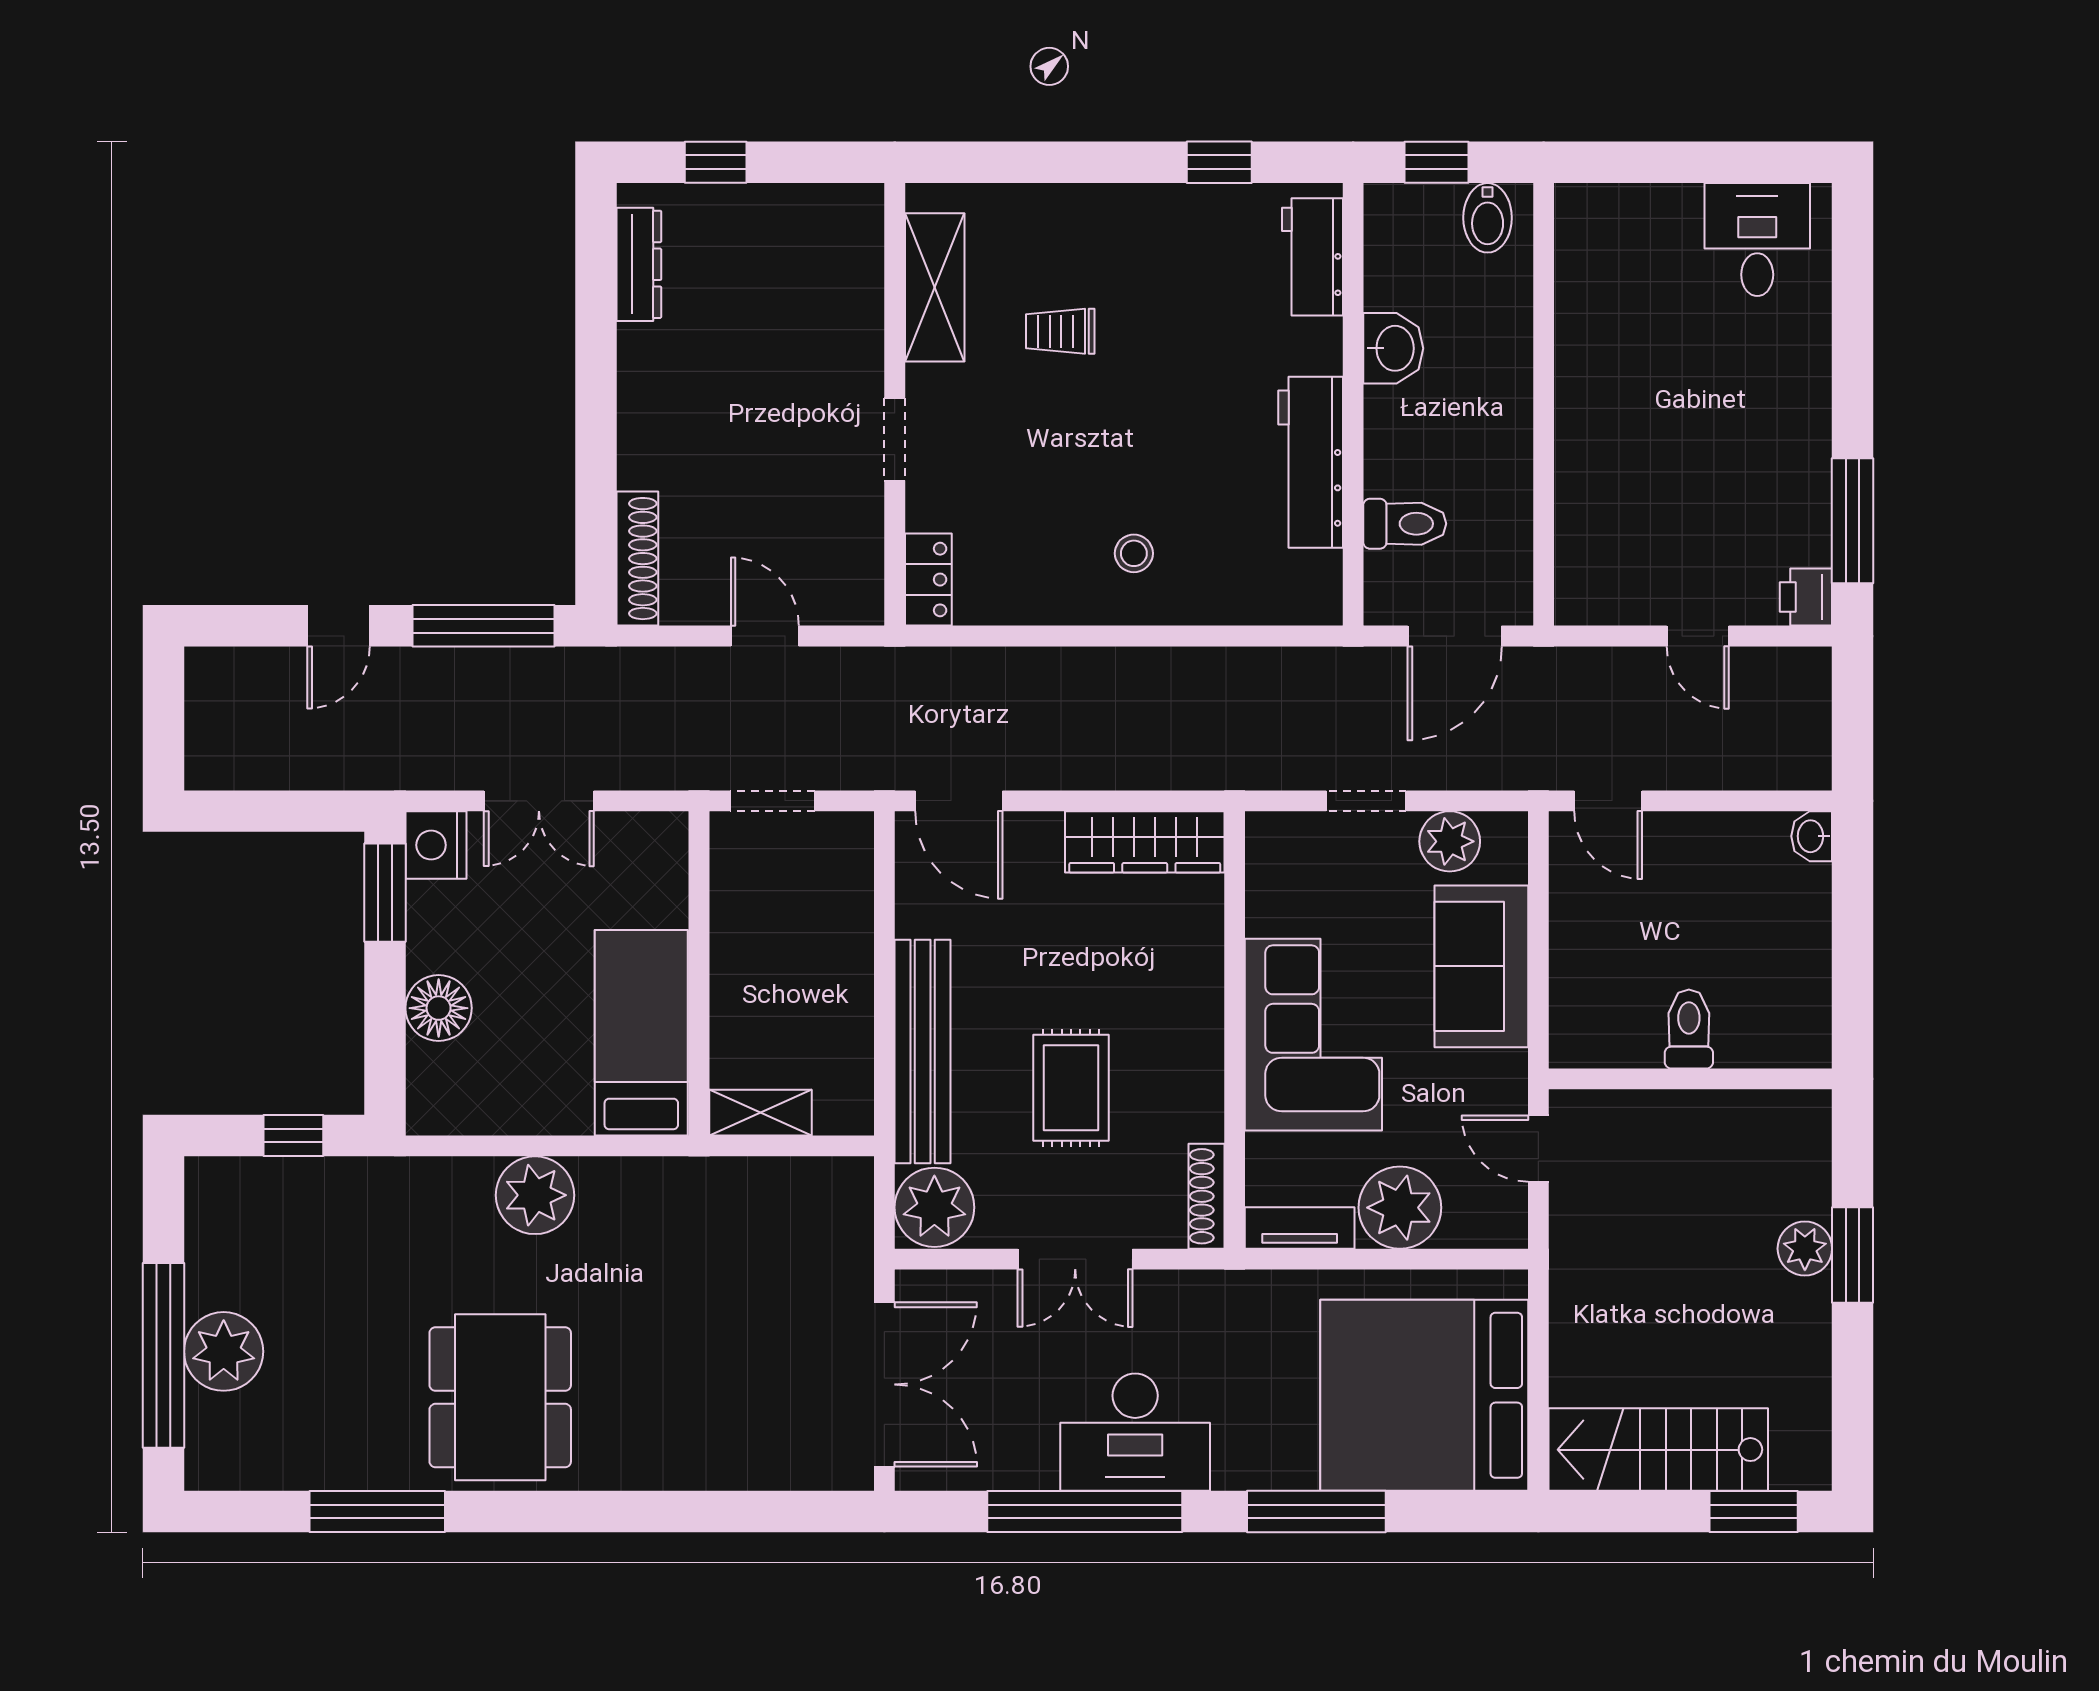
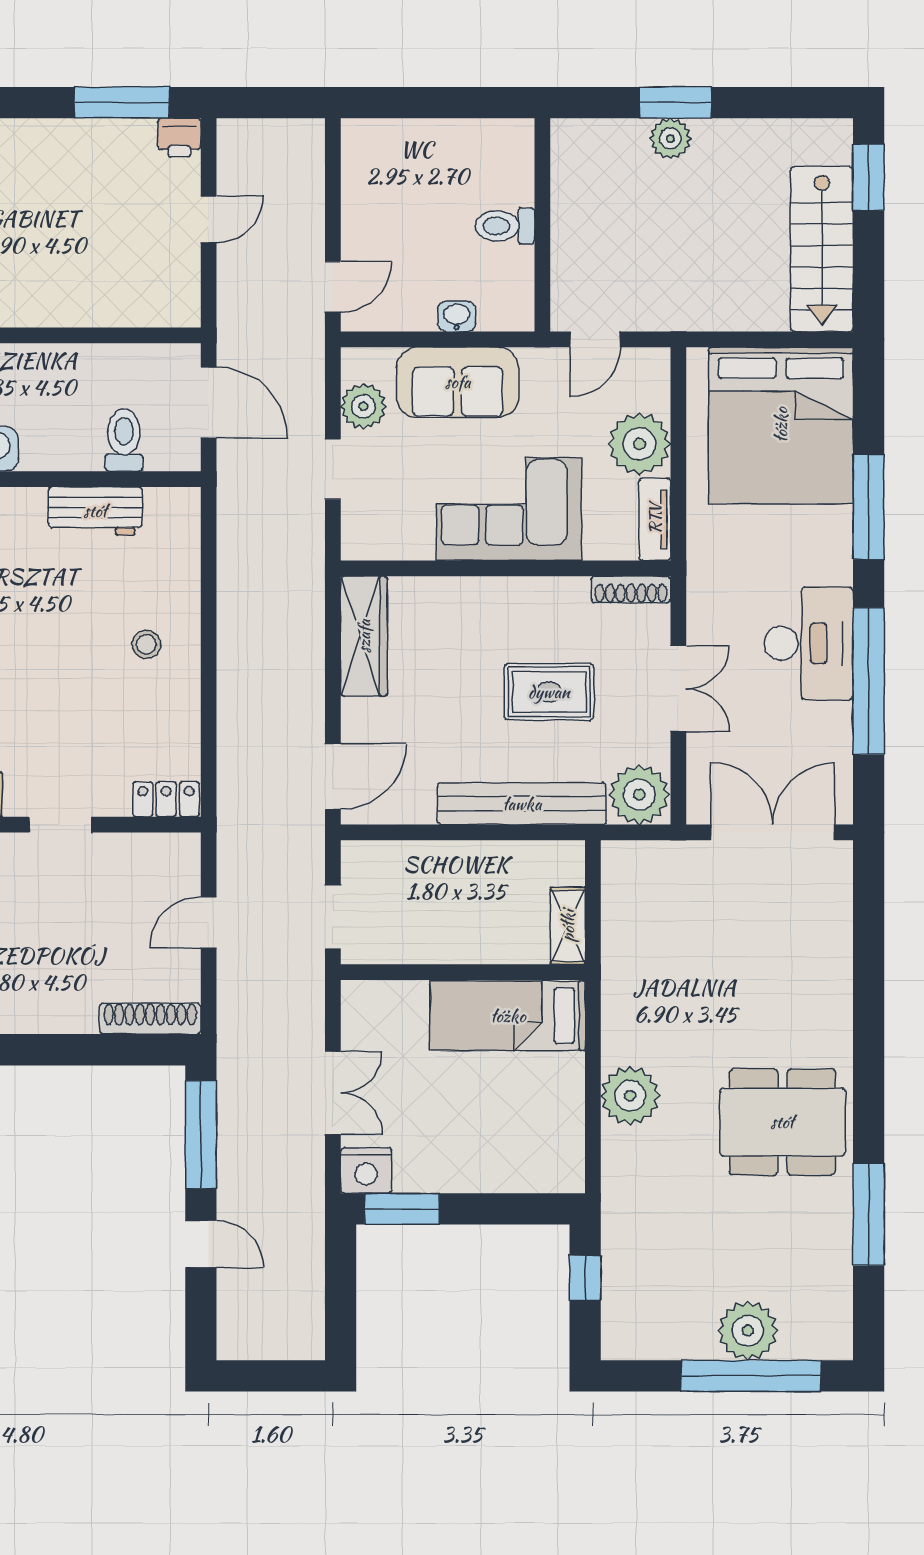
workbench: (1311, 462) -> (95, 511), width x0.73
washbasin: (1812, 836) -> (457, 316), moved, turned 180
floor lamp: (439, 1008) -> (489, 1168), removed

